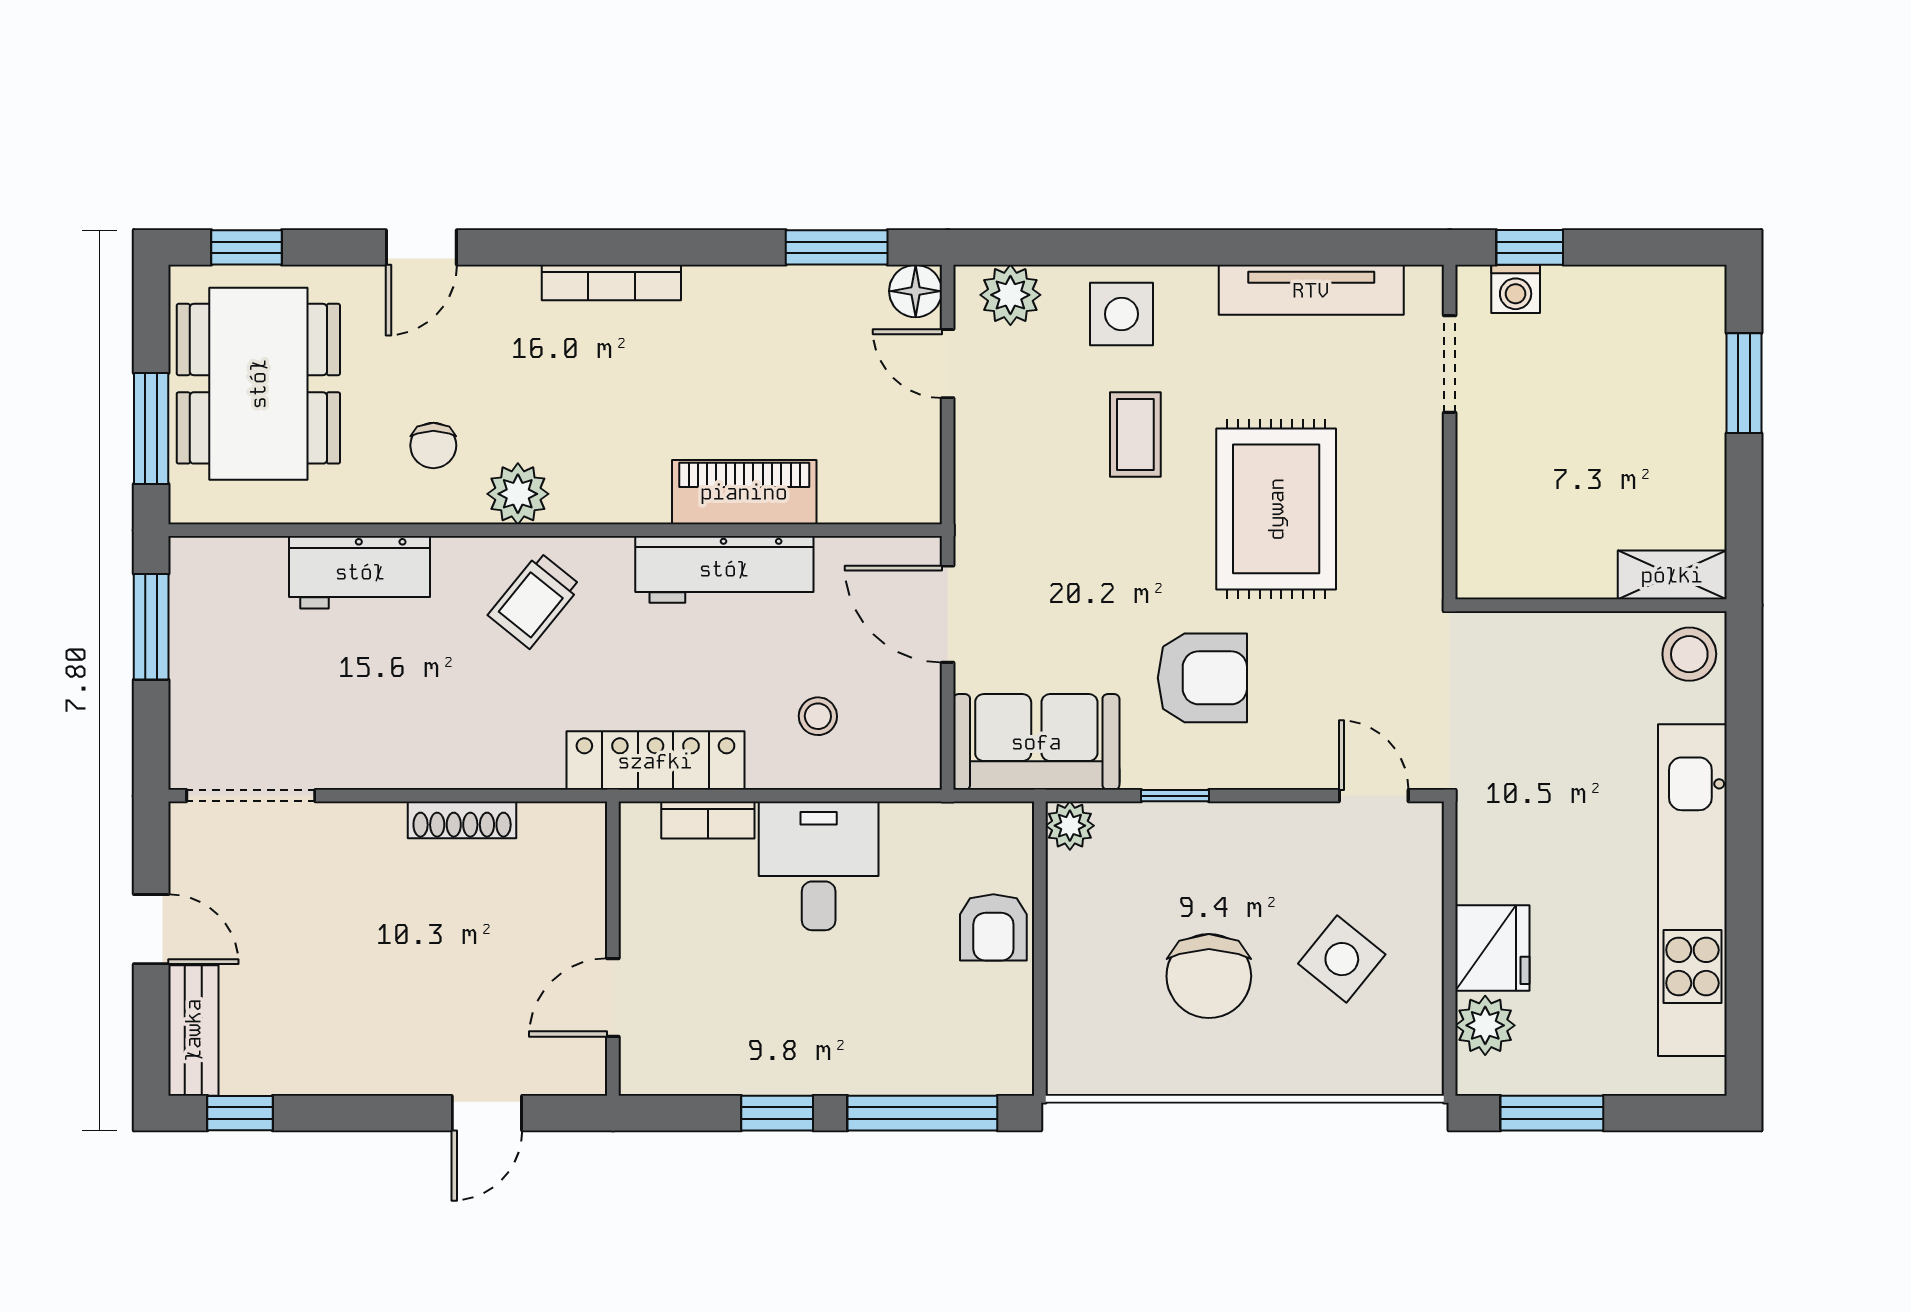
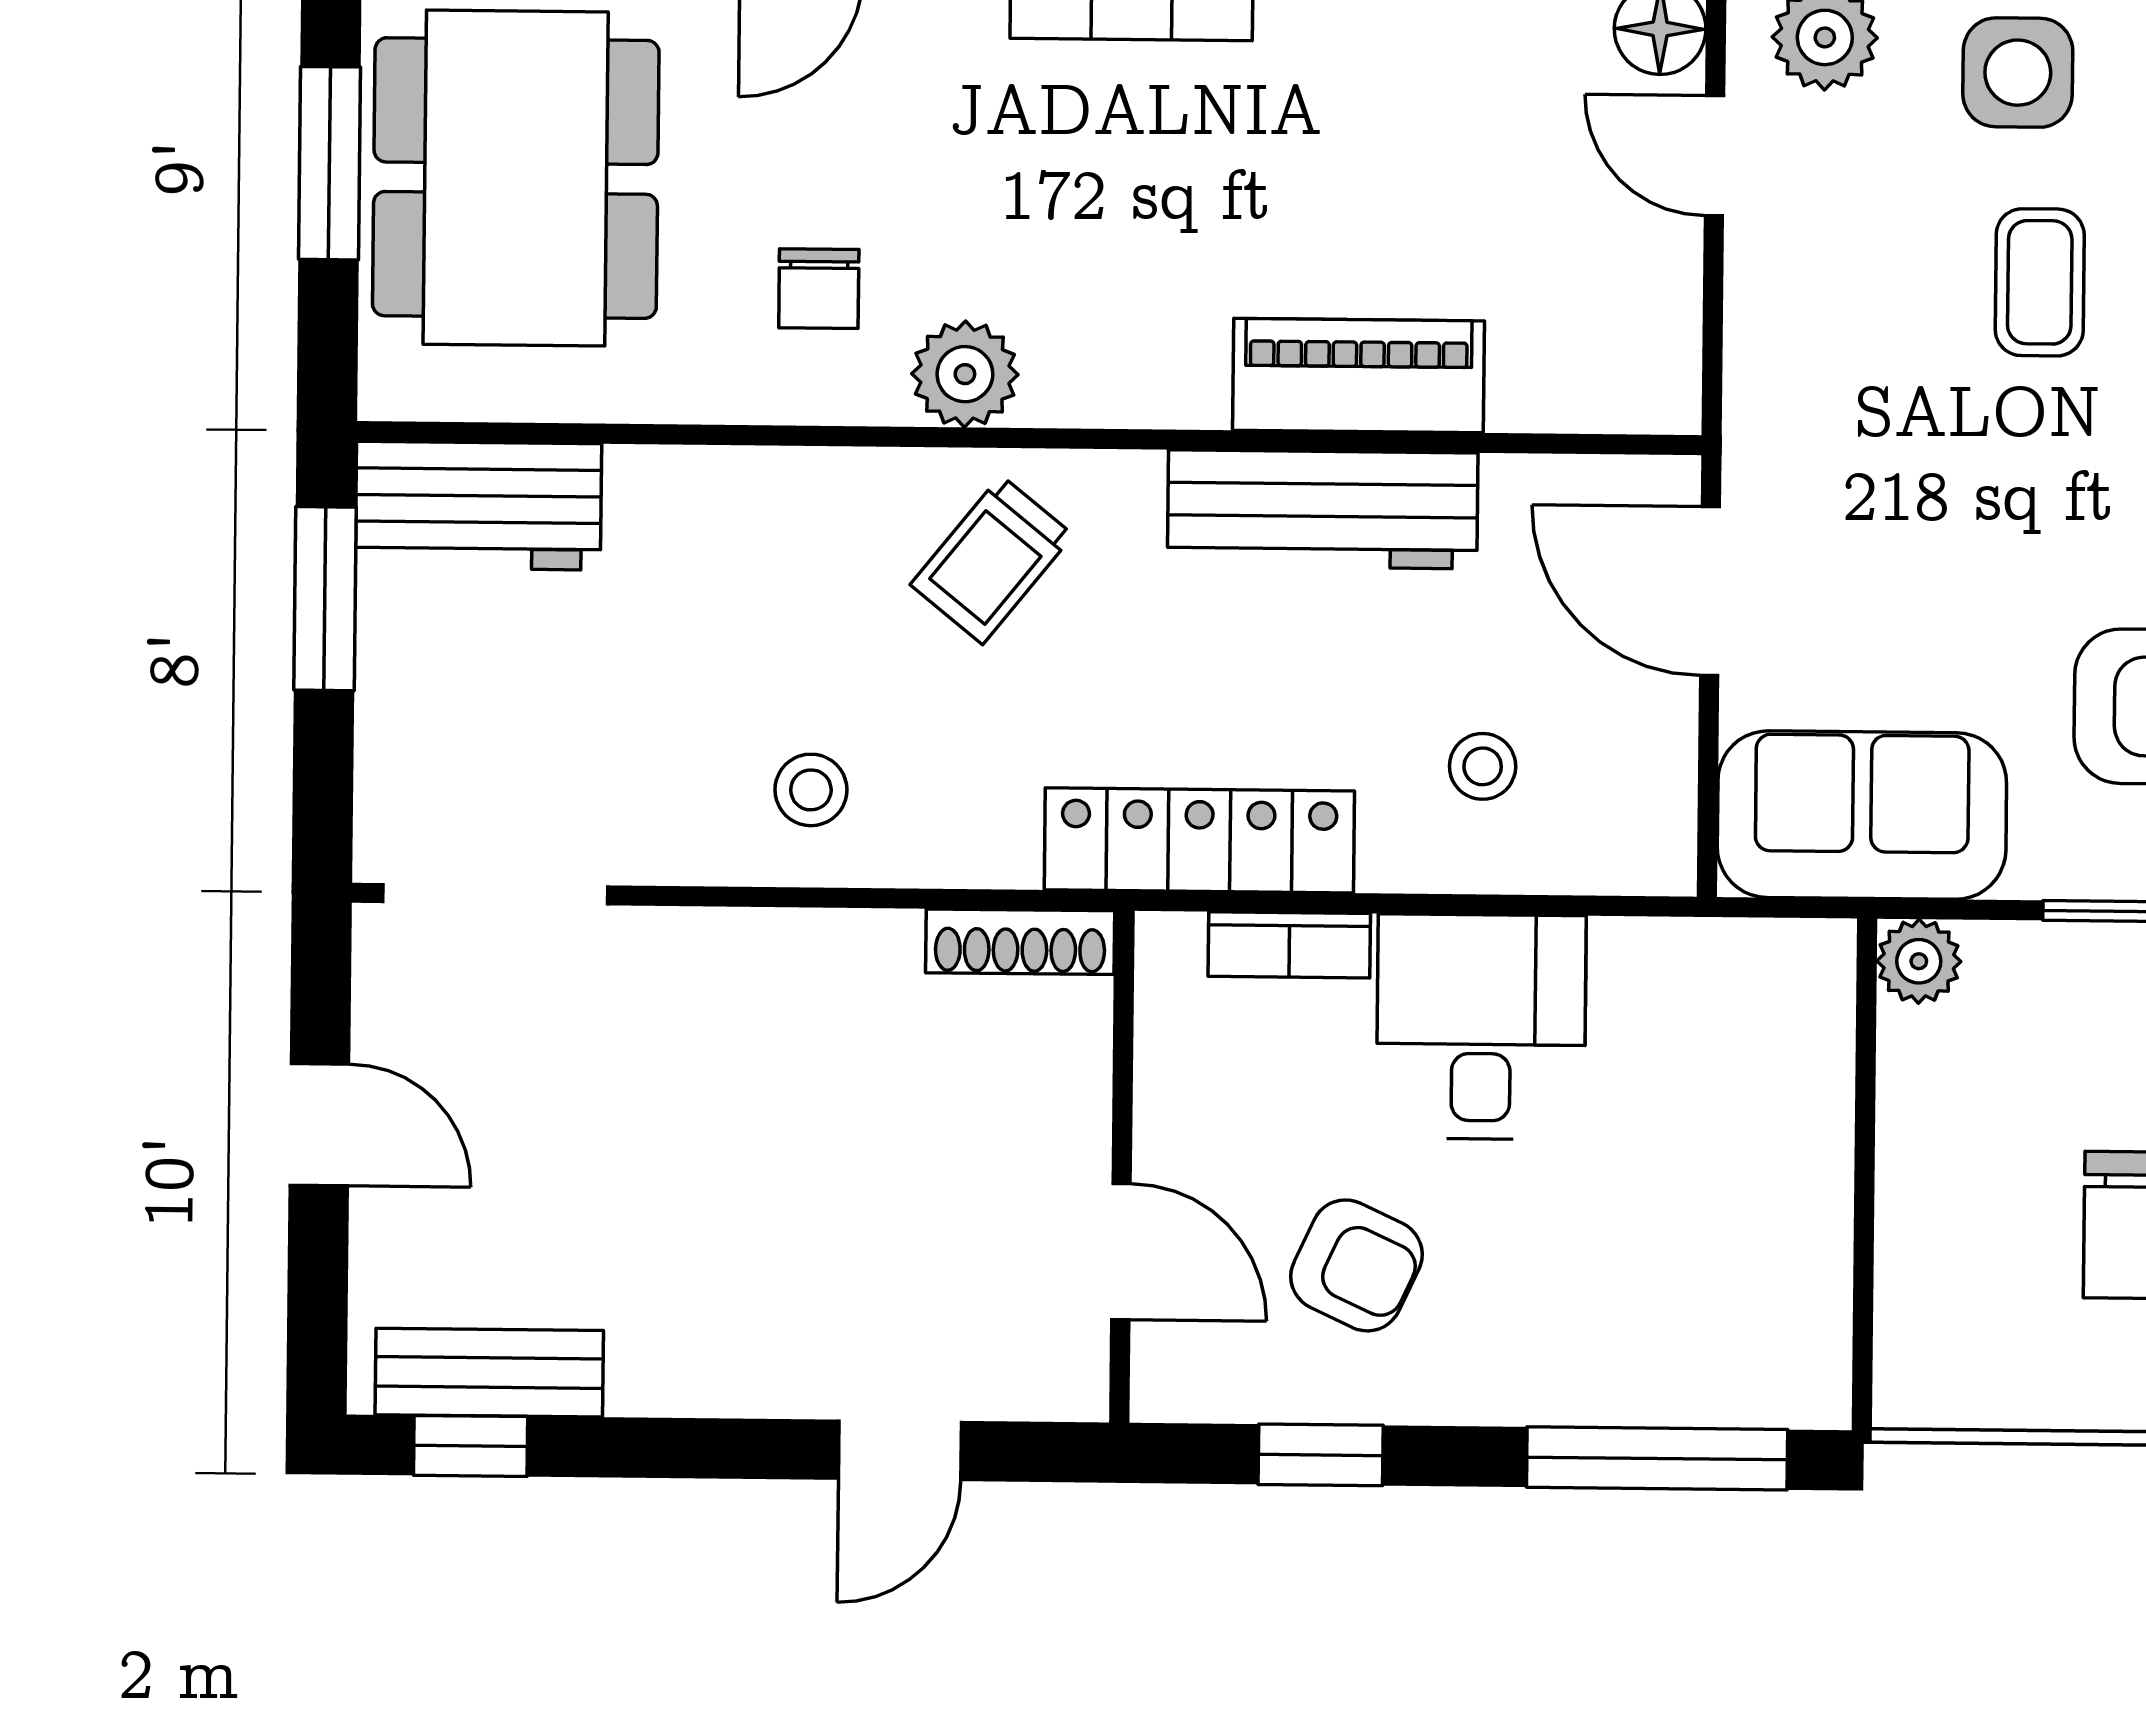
window: (151, 428) -> (329, 163), moved
workbench: (360, 572) -> (478, 506), moved
stool: (432, 734) -> (811, 790), added
shoe rack: (462, 820) -> (1020, 942), moved
armchair: (993, 927) -> (1356, 1265), moved, turned -65
door: (613, 997) -> (1121, 1252), swing flipped
bench: (193, 1030) -> (489, 1373), moved, turned 90
window: (777, 1113) -> (1321, 1455), moved

